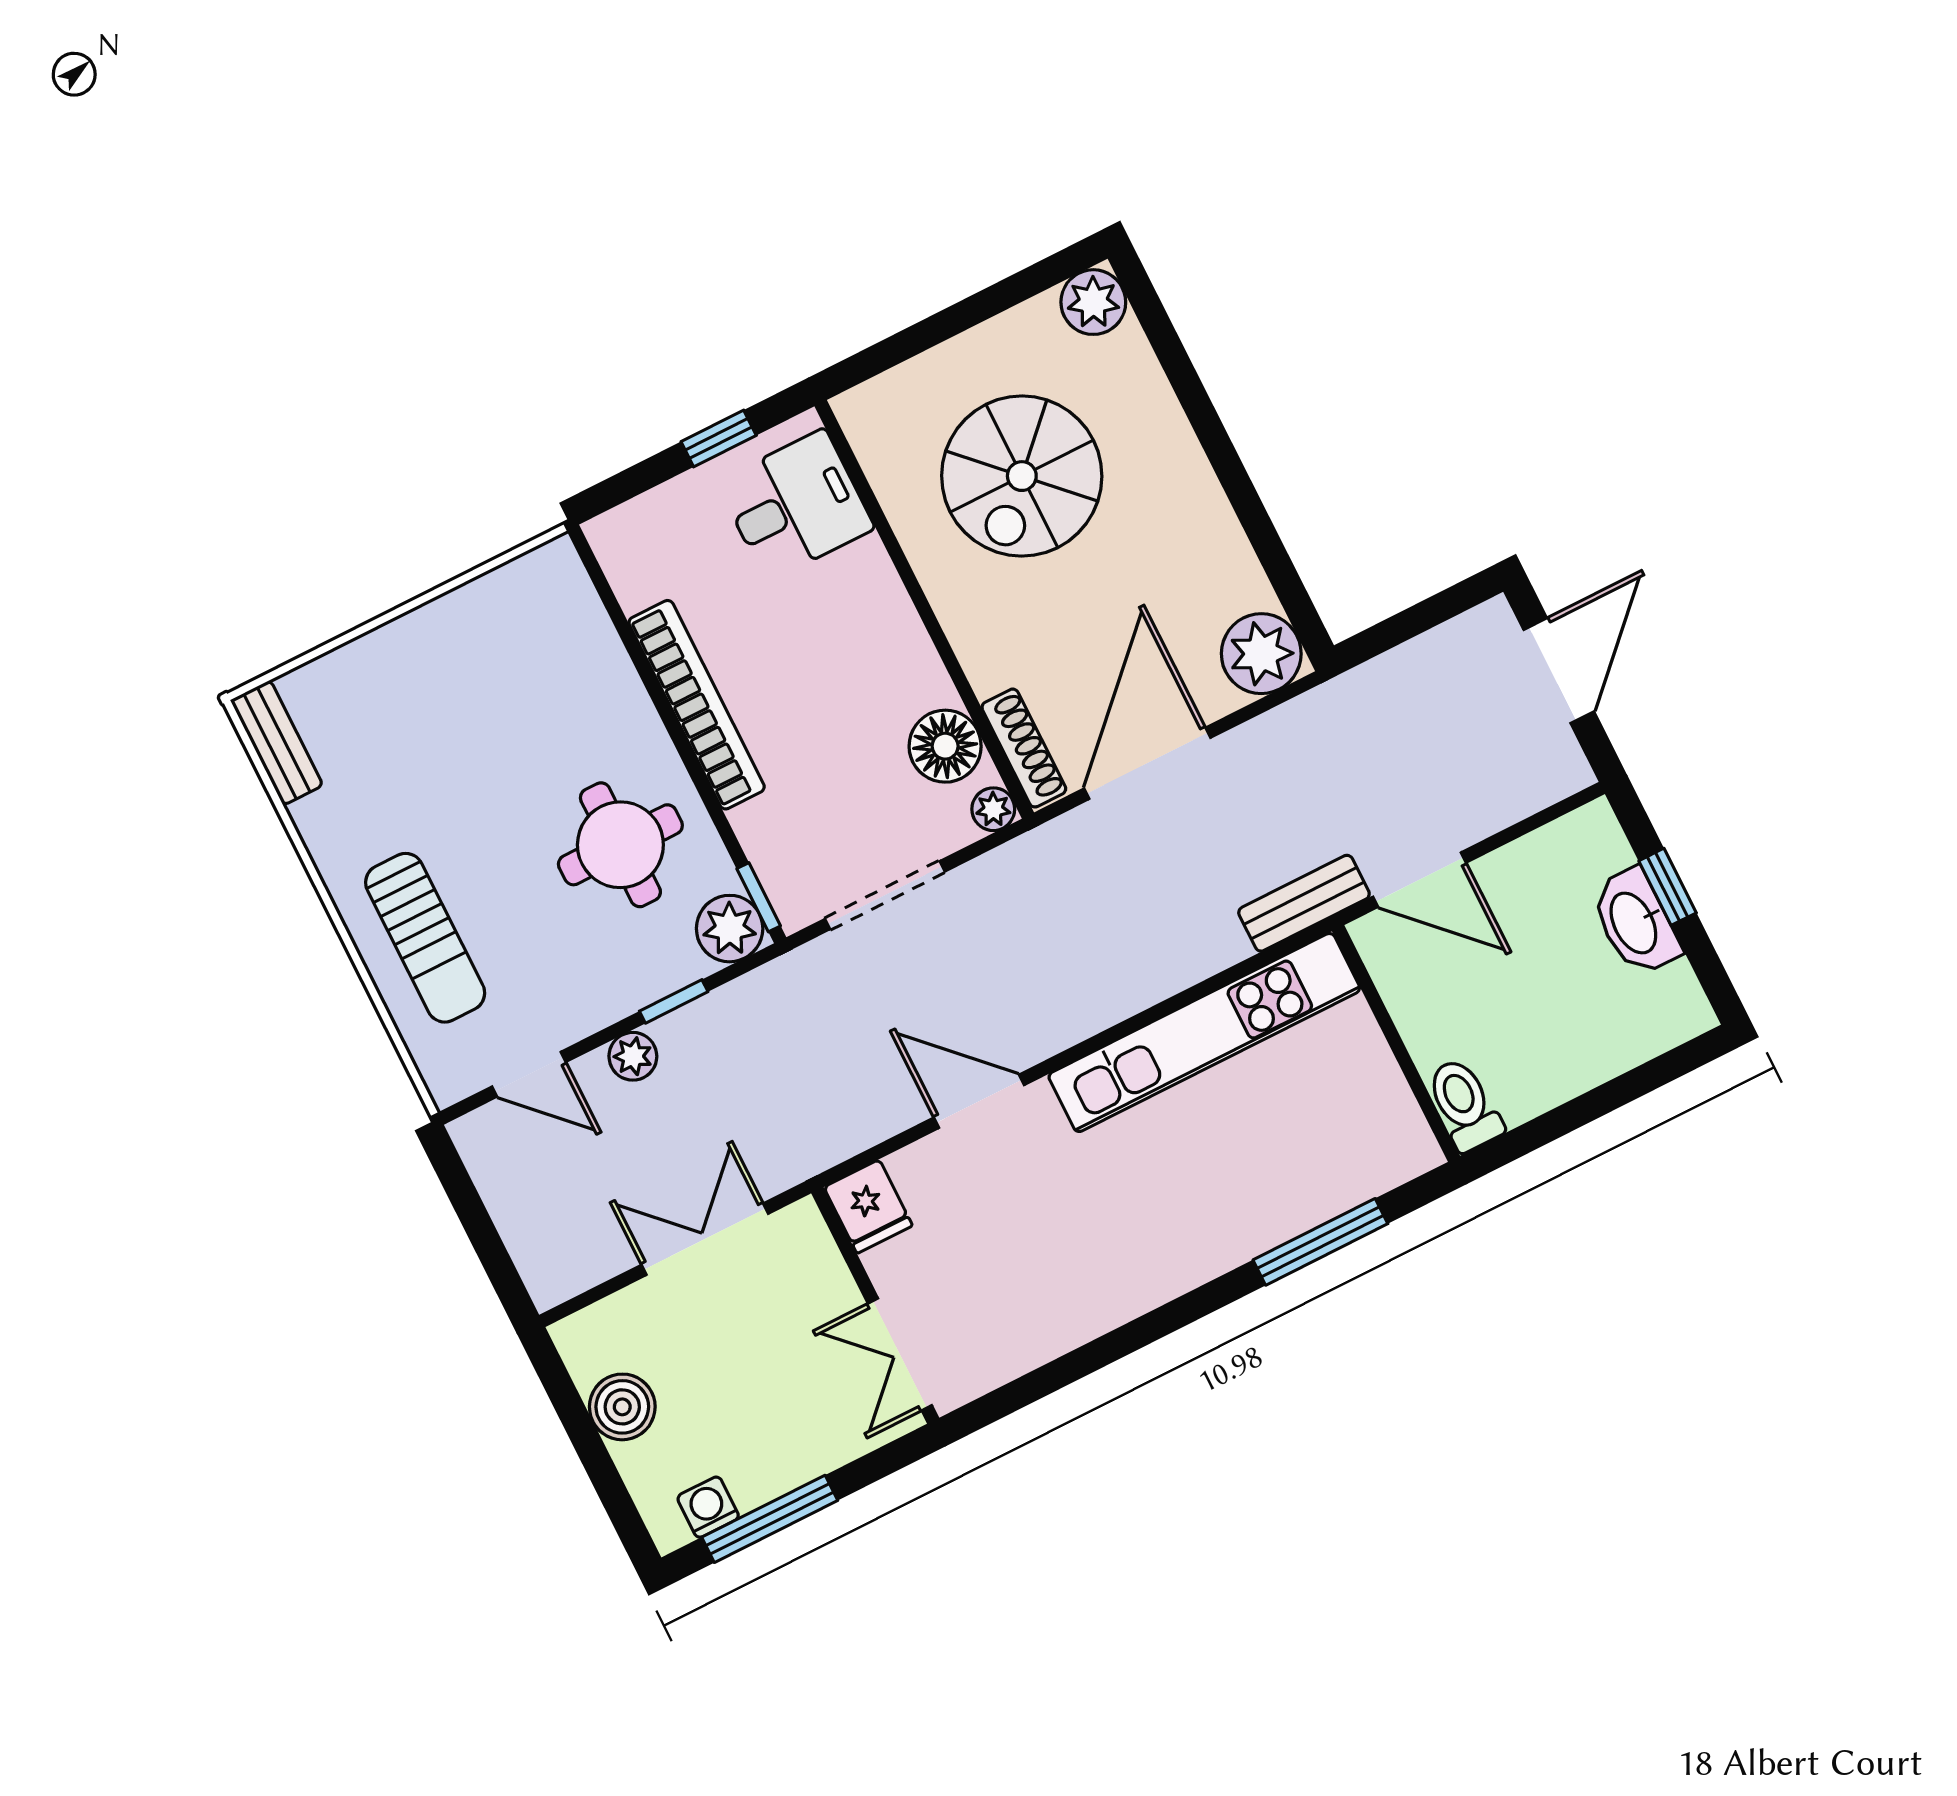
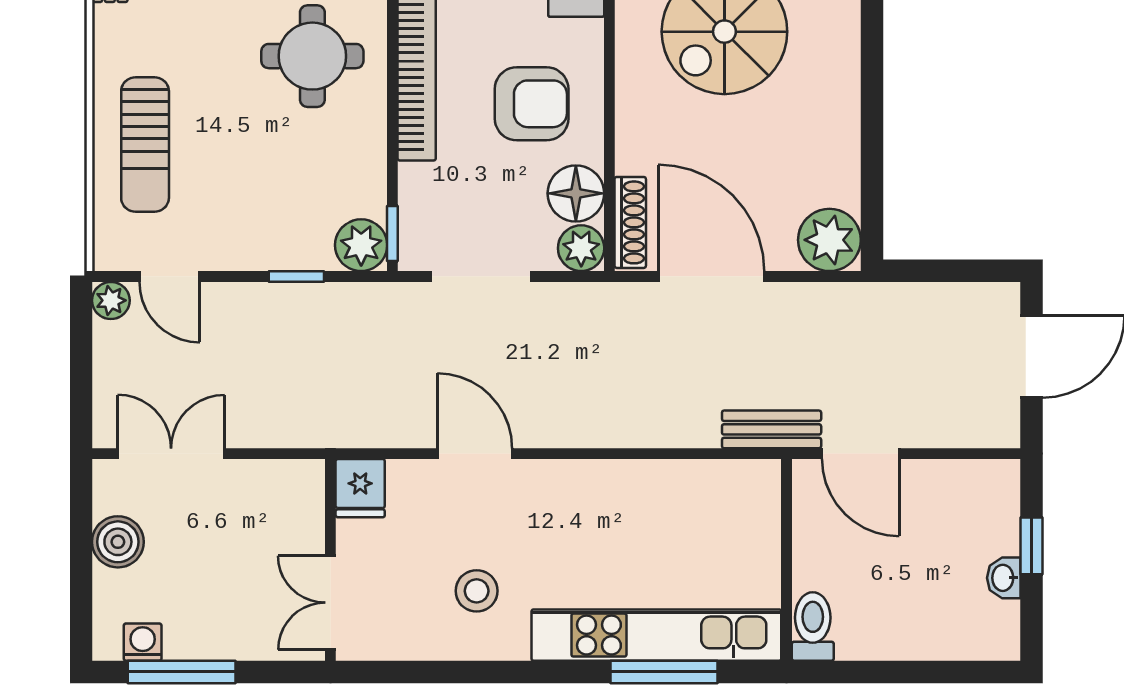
armchair: (843, 669) -> (532, 104), added
door: (1147, 763) -> (711, 276), hinge flipped
plant: (993, 809) -> (581, 248), width x1.38, depth x1.38
round table: (620, 845) -> (312, 56), moved
washbasin: (1635, 922) -> (1004, 578), width x0.52, depth x0.69
kitchen unit: (1204, 1032) -> (656, 635), moved, turned 180
plant: (633, 1056) -> (111, 300), moved
double door: (705, 1239) -> (171, 454), moved
stool: (1060, 1257) -> (477, 591), added

